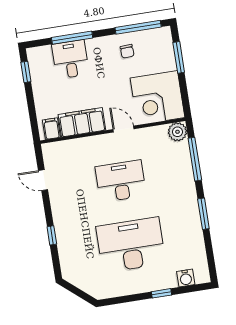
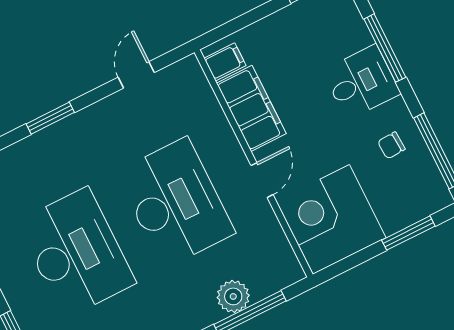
desk: (70, 59) -> (361, 82), moved
plant: (177, 132) -> (233, 296), moved
desk: (121, 181) -> (175, 203), width x1.36, depth x1.30
window: (52, 235) -> (50, 118), width x1.50

